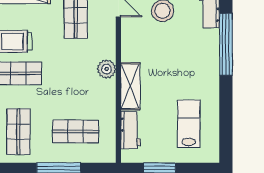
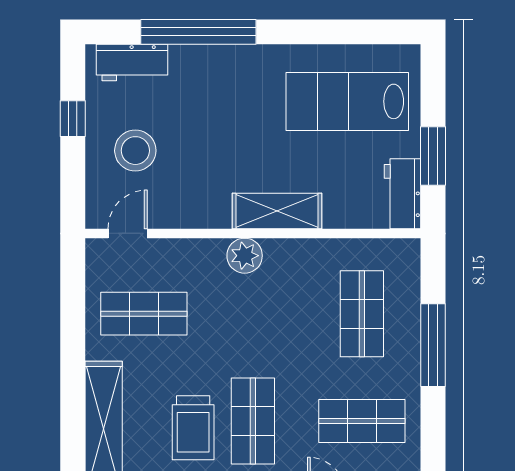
lab bench: (189, 124) -> (347, 101), width x1.36, depth x1.39
workbench: (130, 130) -> (403, 194), moved, turned -90

